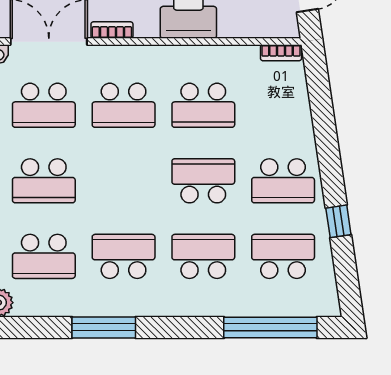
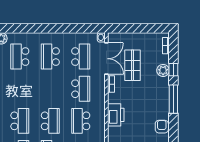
school desk: (44, 105) -> (81, 57), turned 180
school desk: (124, 105) -> (81, 89), turned 180
school desk: (124, 256) -> (20, 89), removed

